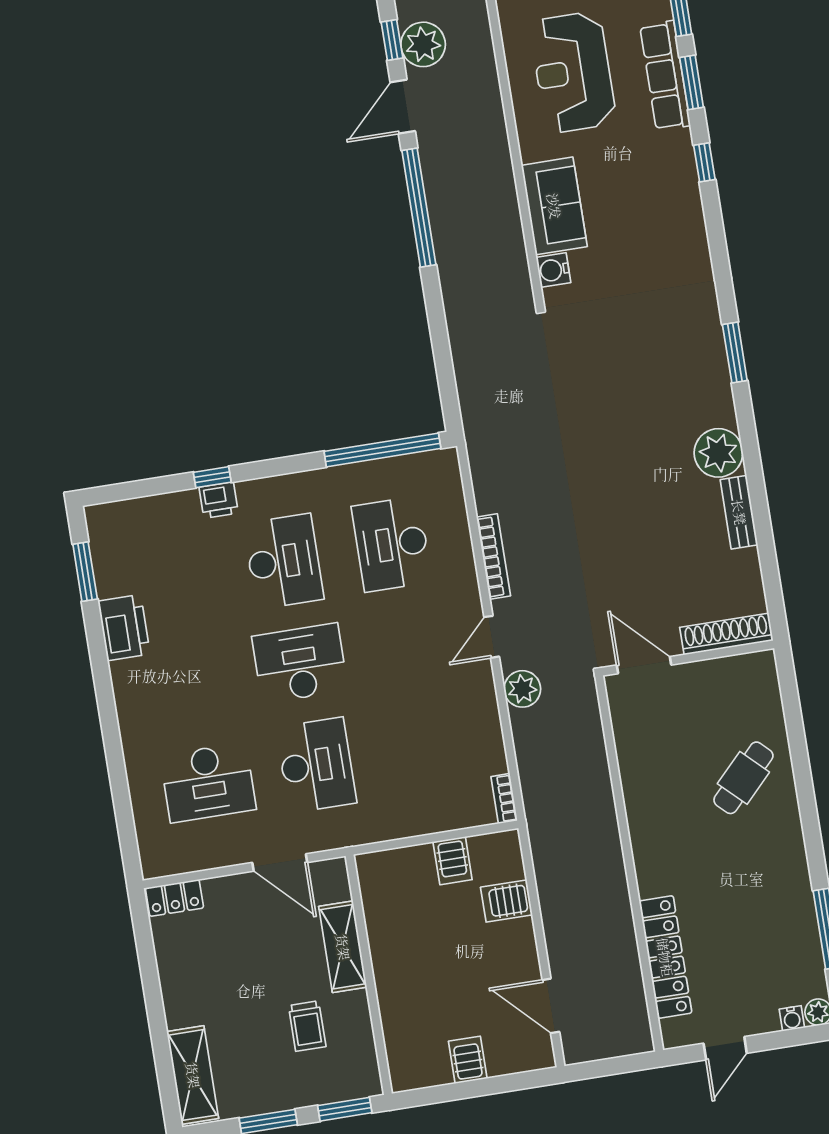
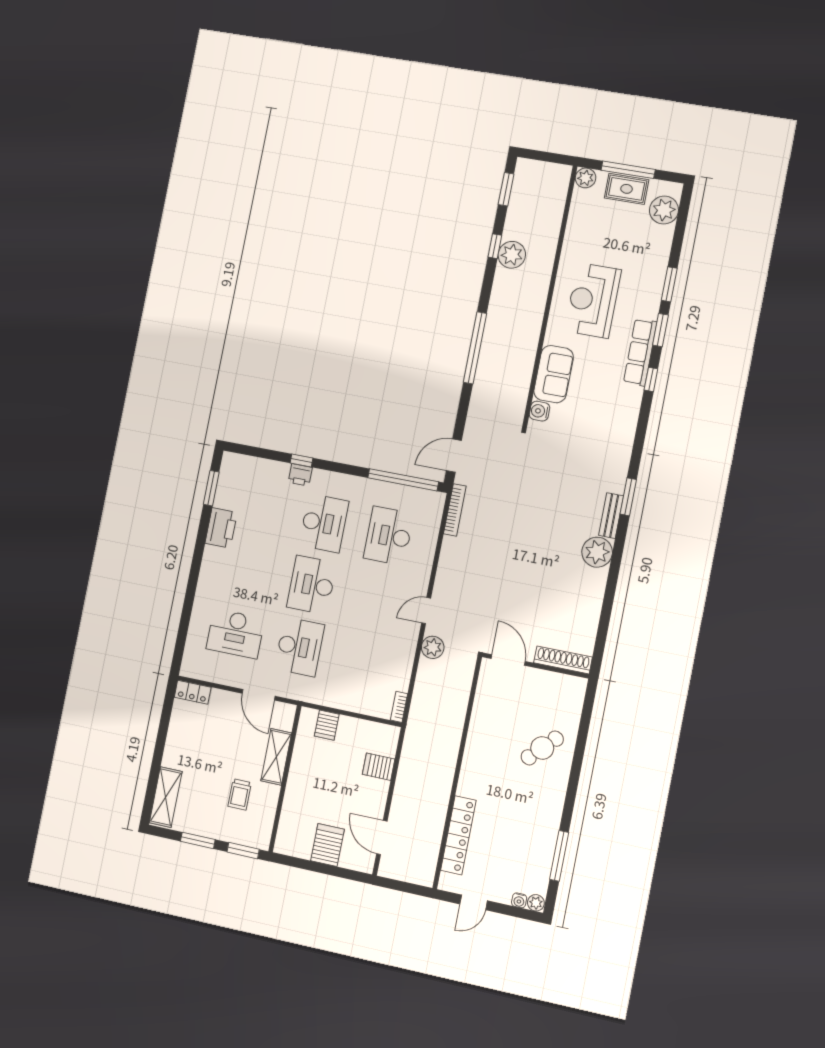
row of seats: (665, 76) -> (640, 352), moved
door: (403, 107) -> (454, 456), moved
bench: (739, 512) -> (611, 516), moved
bookcase: (493, 557) -> (455, 510), moved
desk: (300, 663) -> (312, 585), turned -90
server rack: (453, 861) -> (327, 725), moved
server rack: (468, 1060) -> (328, 845), width x1.36, depth x1.44

